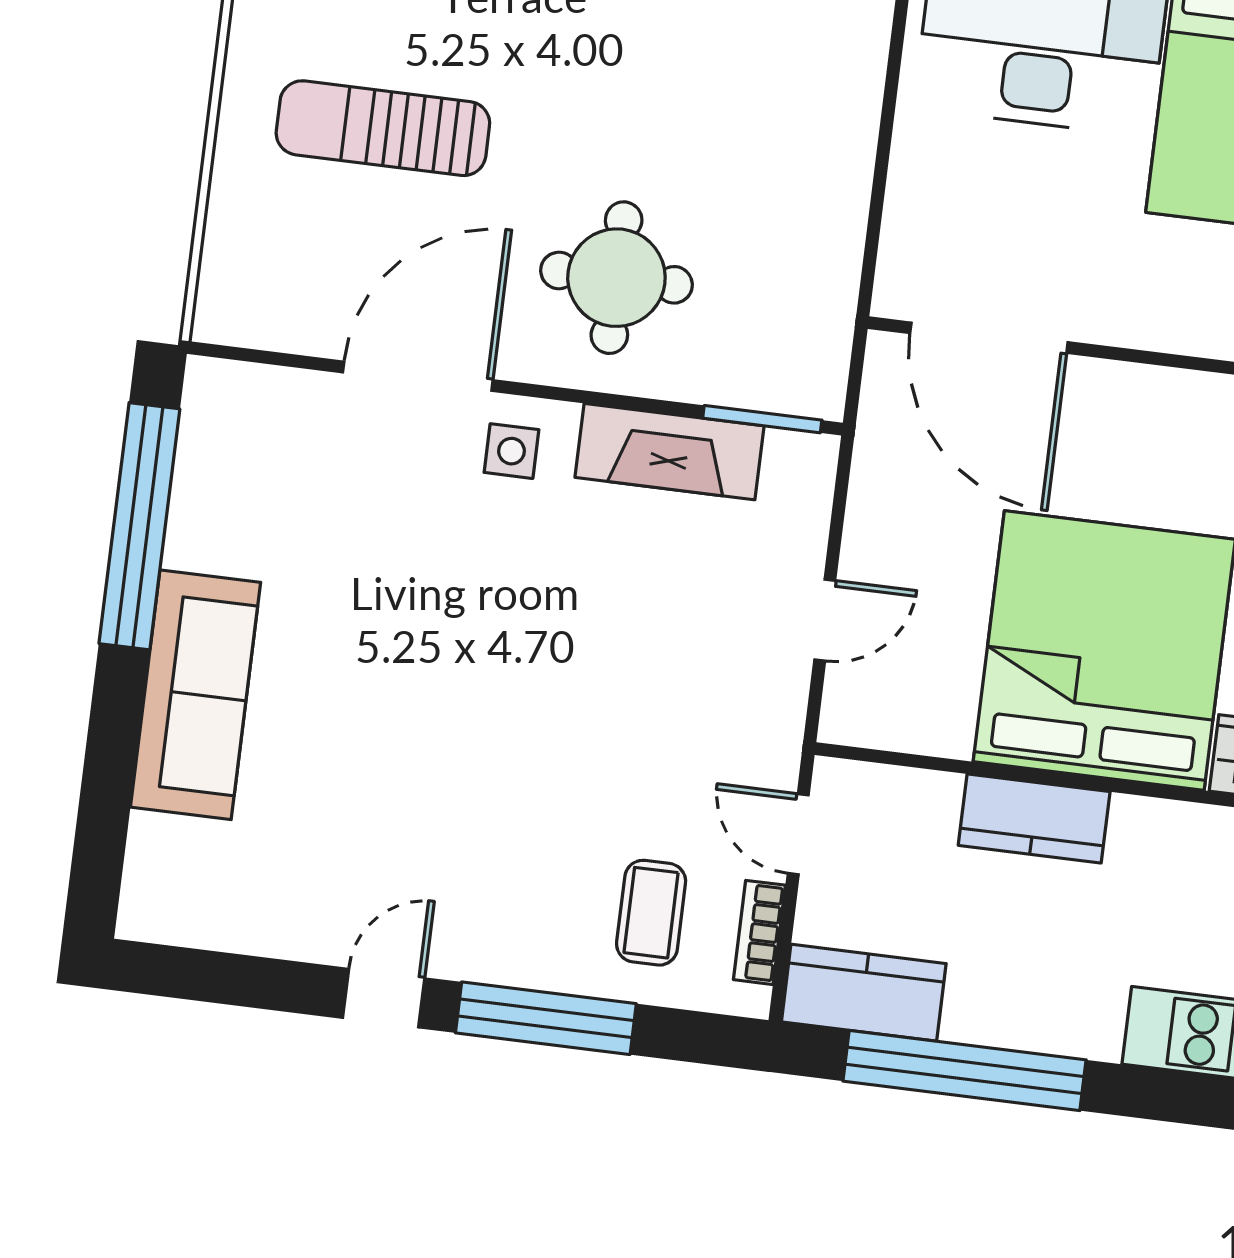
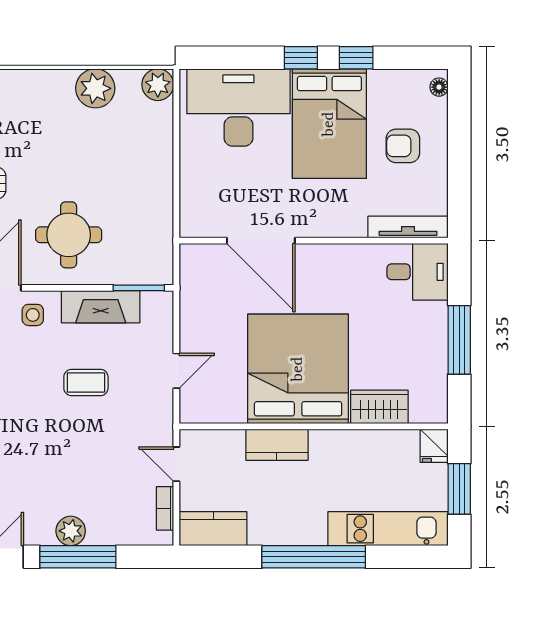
door: (989, 338) -> (261, 241), moved
coffee table: (651, 913) -> (86, 383), moved, turned 90
plant: (537, 957) -> (71, 531), added
window: (964, 1070) -> (314, 557), moved

